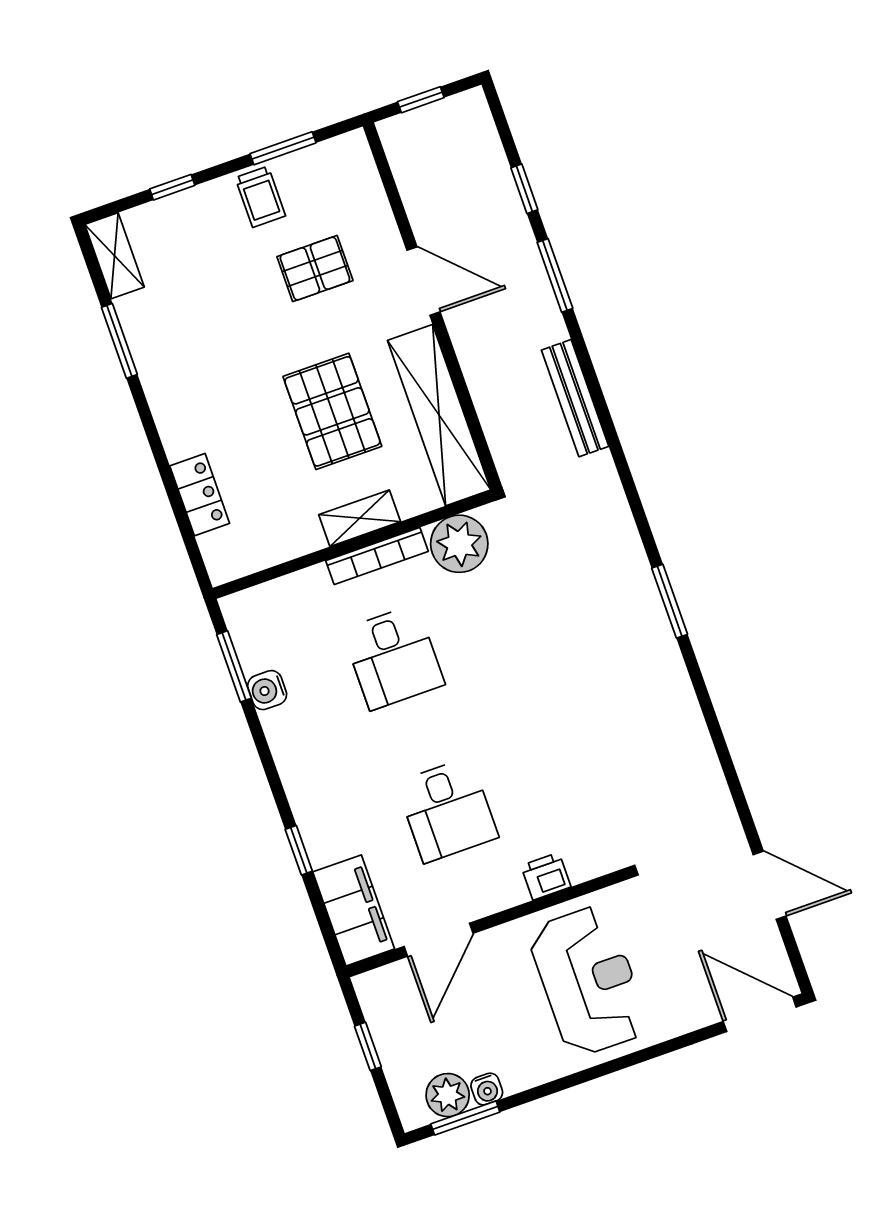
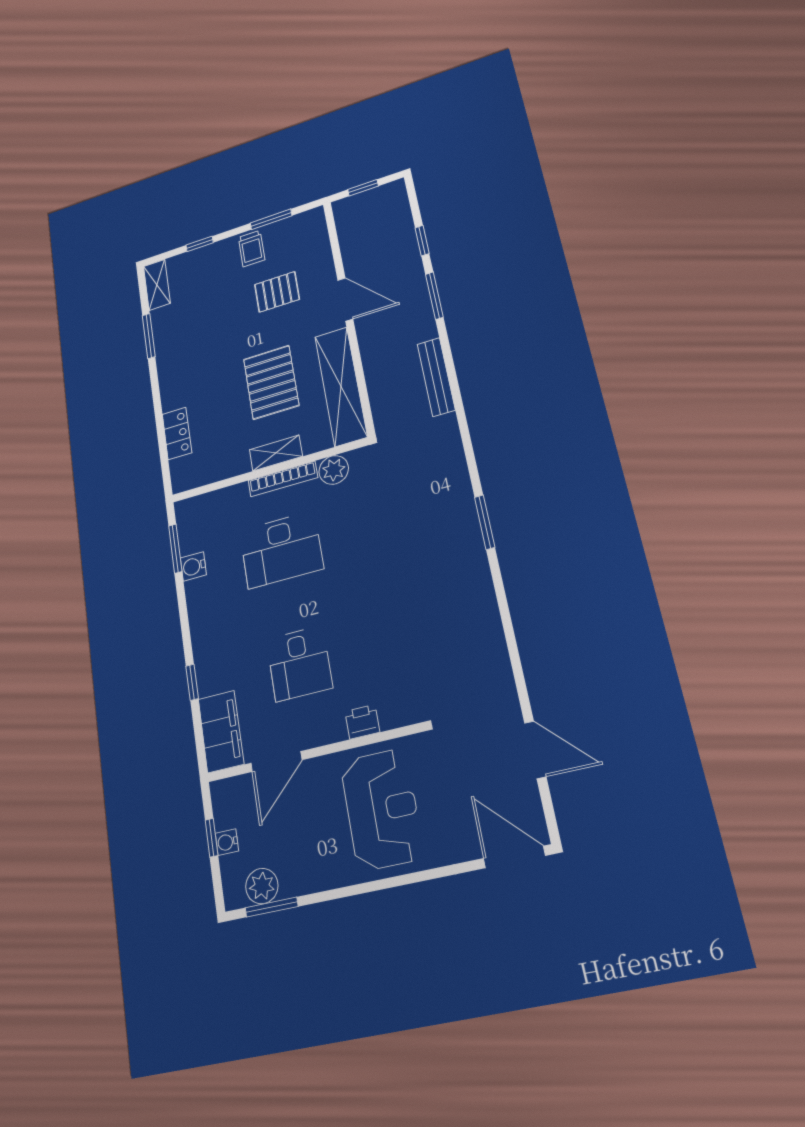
plant: (459, 544) -> (334, 470), width x0.73, depth x0.73
desk: (393, 657) -> (281, 550), width x1.37
water cooler: (487, 1089) -> (227, 842), moved, turned 90

